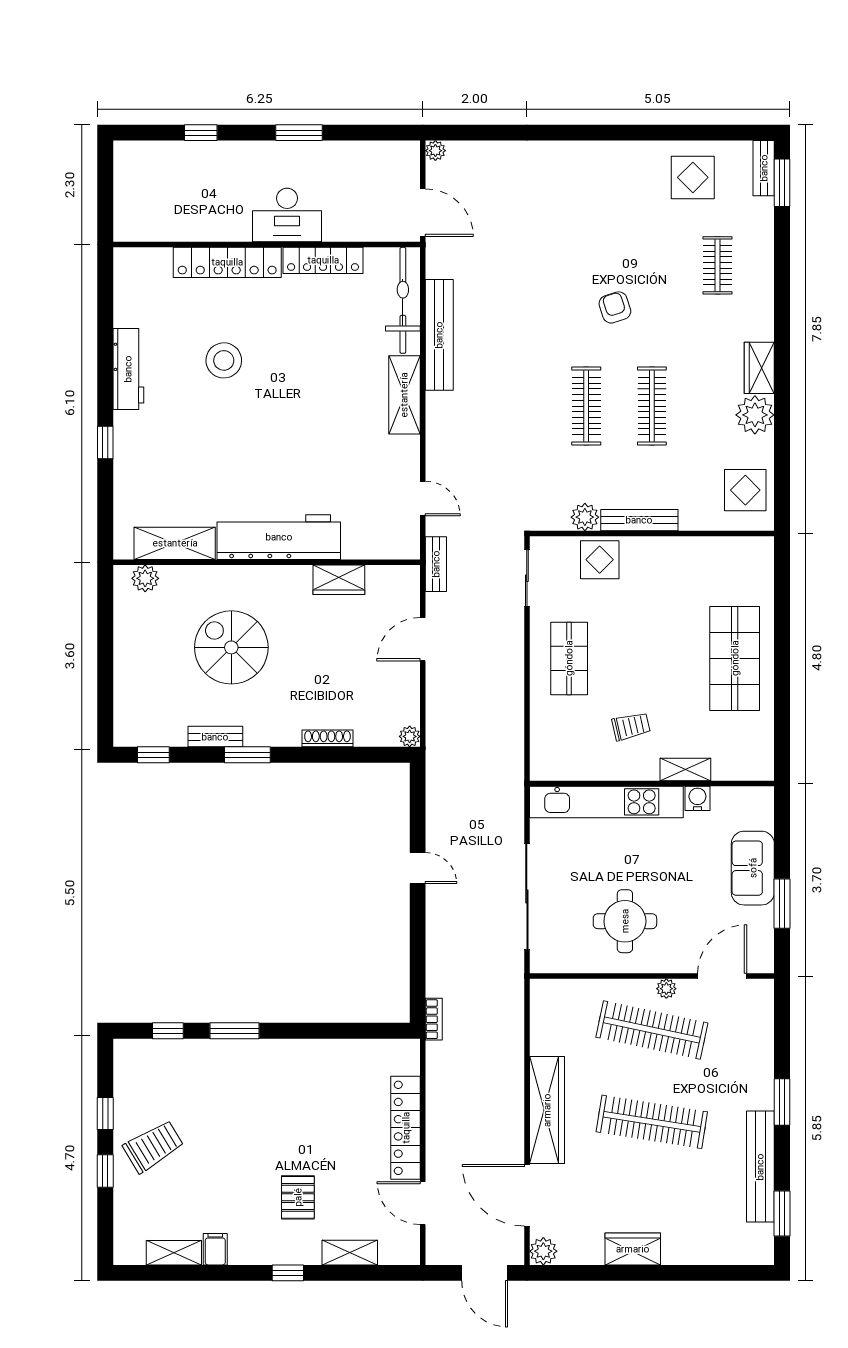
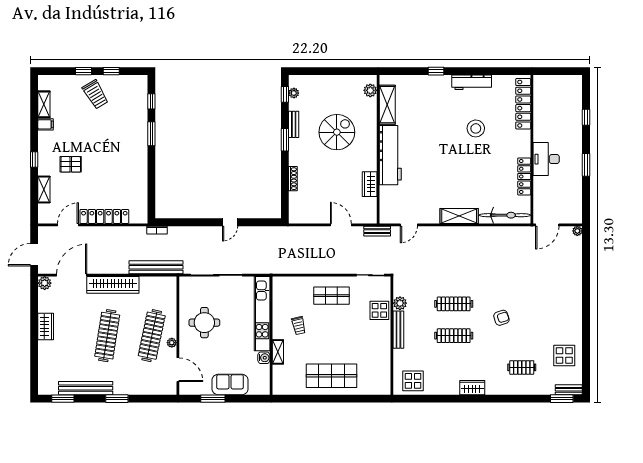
locker: (227, 262) -> (523, 104), moved
bench: (439, 335) -> (156, 267), moved
plant: (755, 415) -> (449, 386), removed
plant: (410, 736) -> (294, 93), moved

